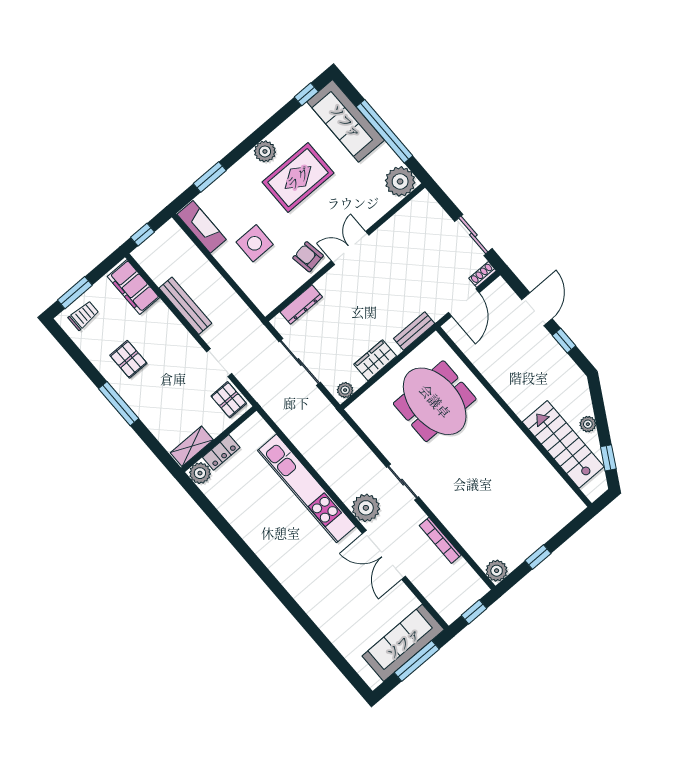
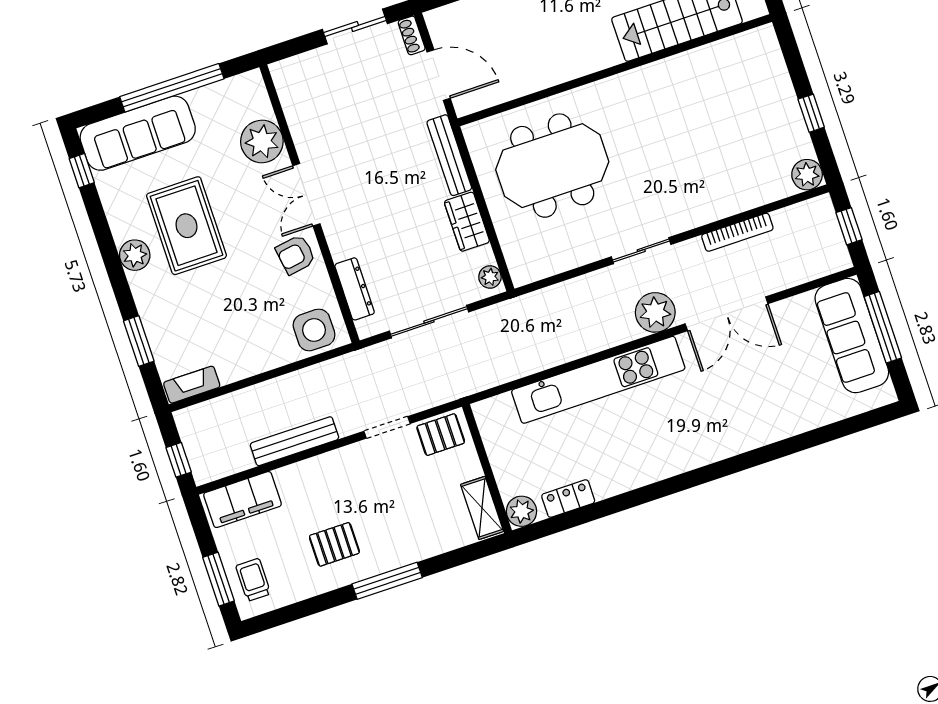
plant: (400, 181) -> (262, 141), moved
fireplace: (202, 227) -> (192, 385), width x0.73, depth x0.76
side table: (255, 243) -> (314, 330), moved
bench: (414, 331) -> (449, 155), width x1.36
locker: (221, 452) -> (568, 499), moved, turned -90

